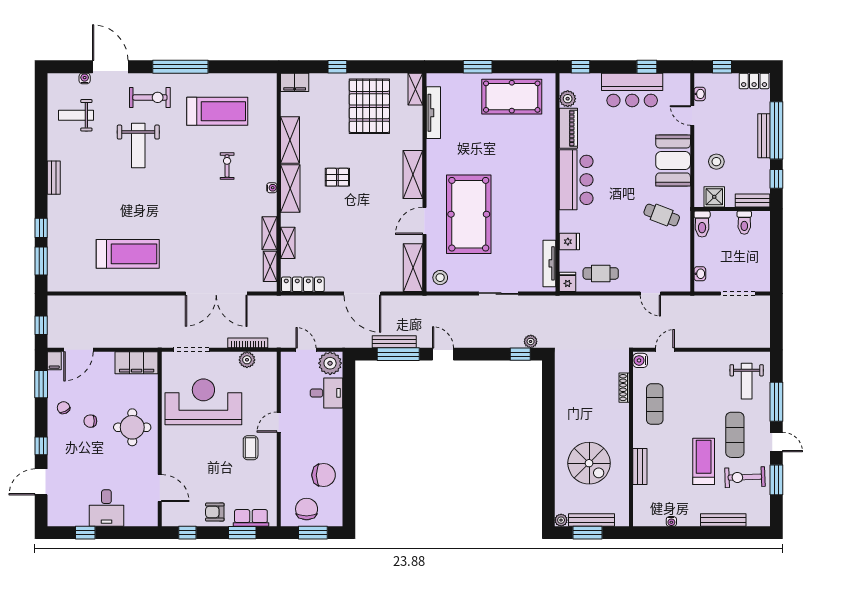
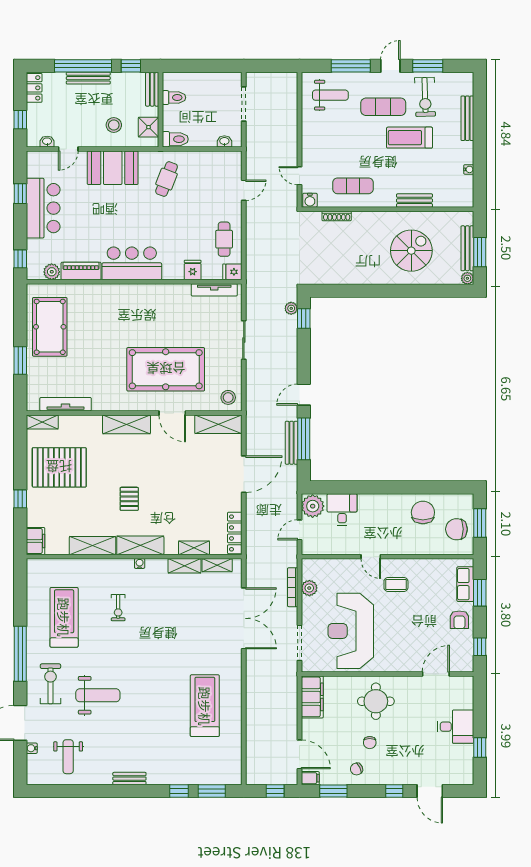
exercise bike: (227, 166) -> (118, 608), turned -90

